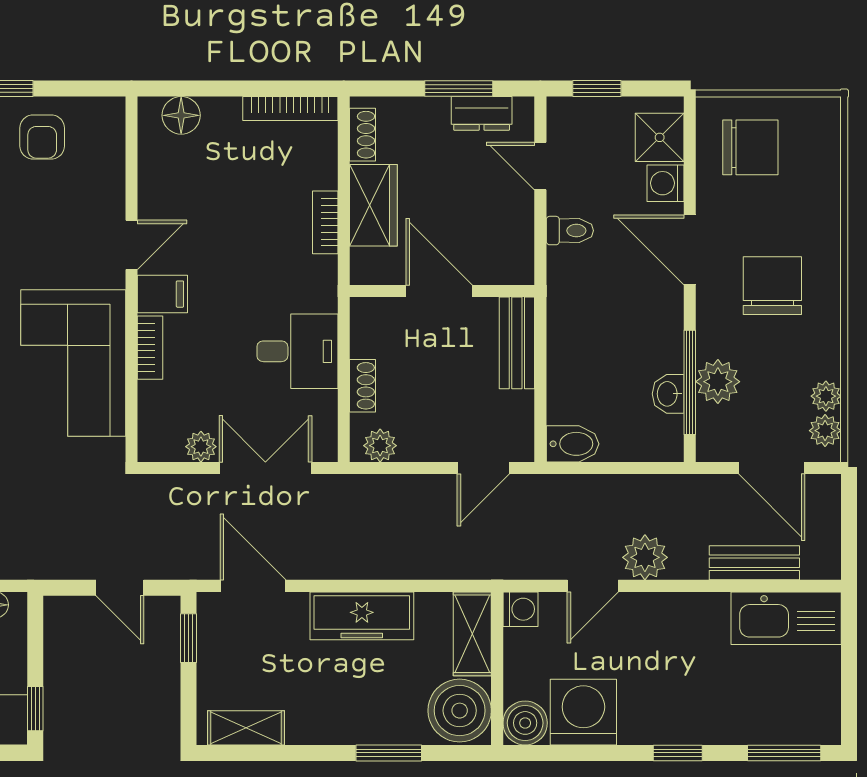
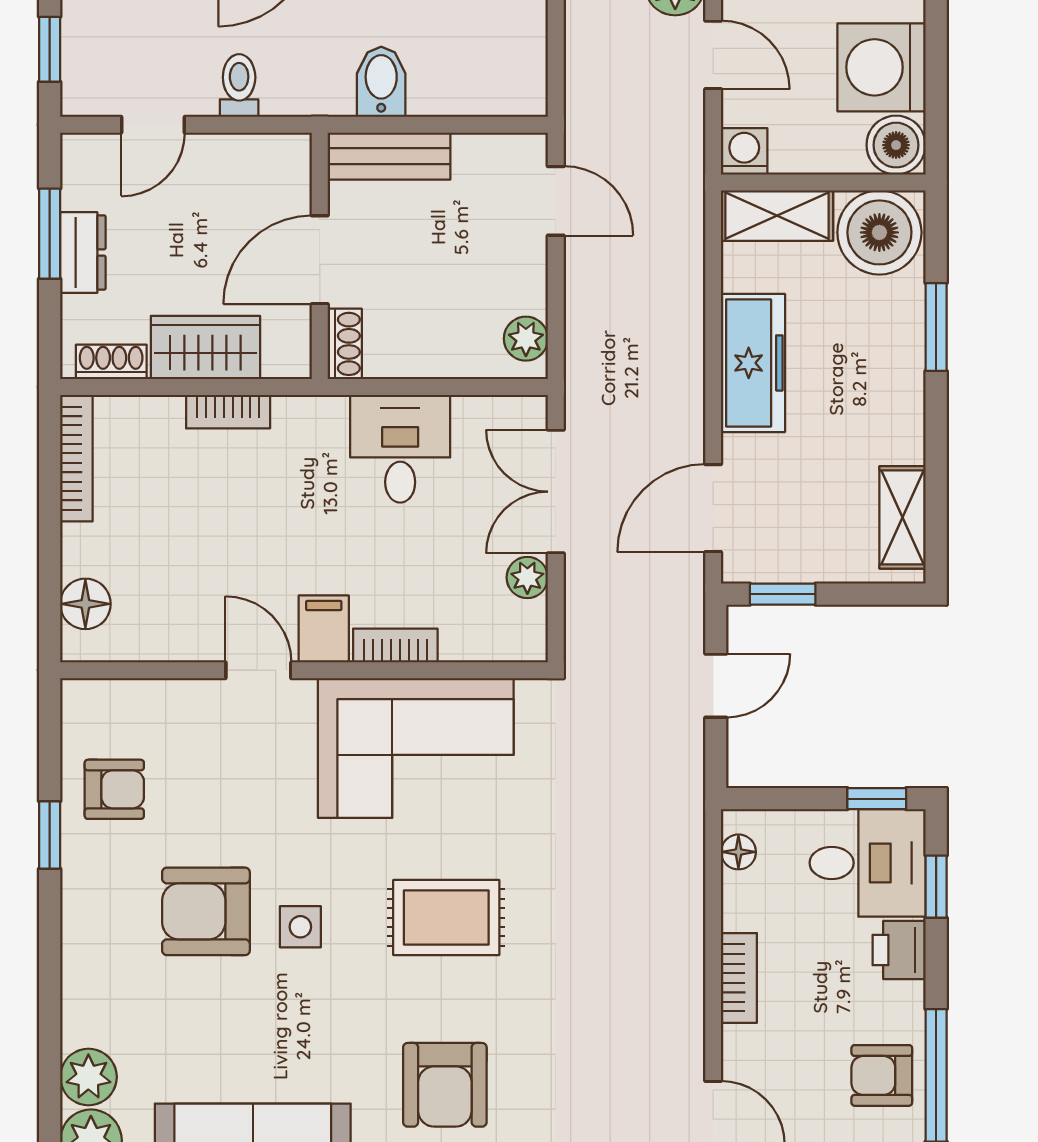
dresser: (482, 113) -> (83, 253), moved
shoe rack: (363, 386) -> (345, 344), moved, turned 90
bidet: (573, 444) -> (381, 82), moved

